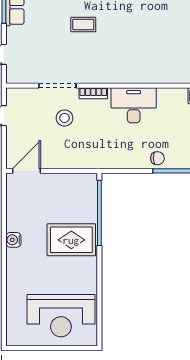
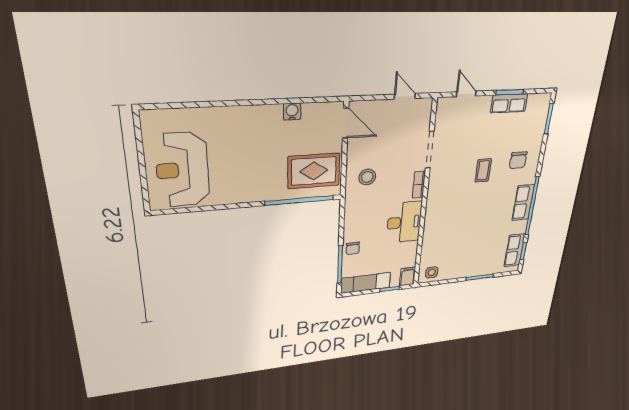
stool: (65, 118) -> (367, 177), moved
water cooler: (13, 240) -> (292, 112), moved
rug: (71, 240) -> (314, 171), moved, turned 90

